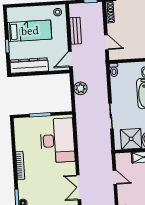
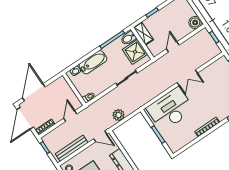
bench: (76, 31) -> (72, 148), width x1.36
double door: (79, 187) -> (187, 78), moved

